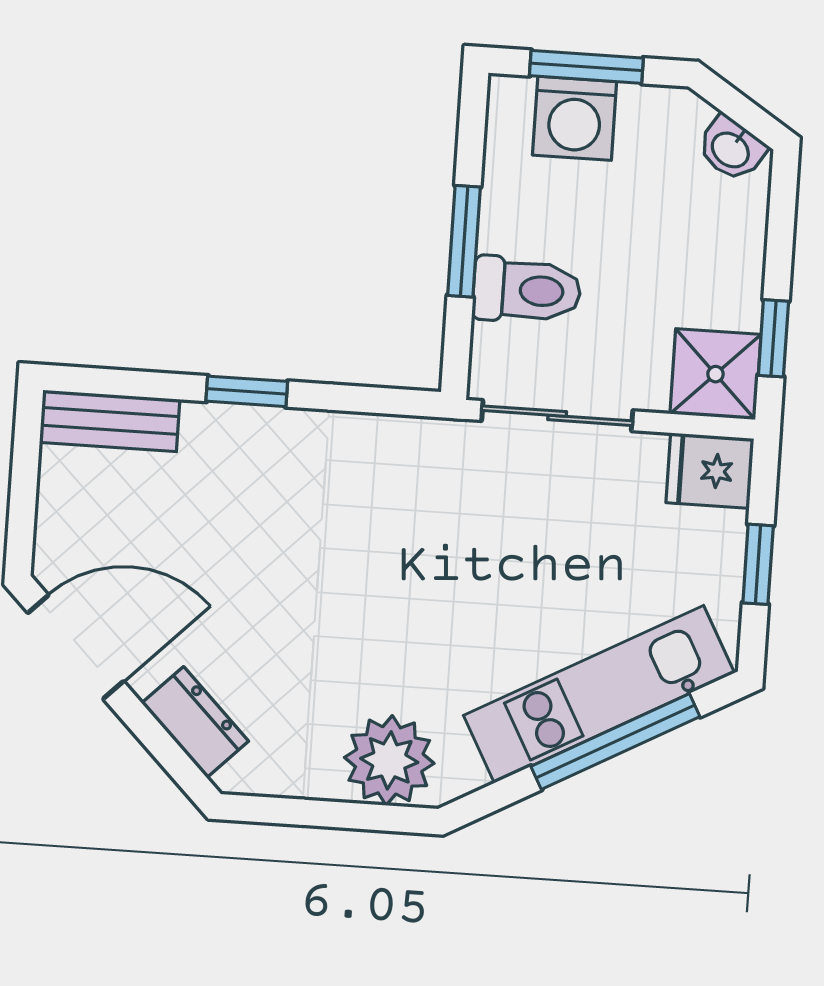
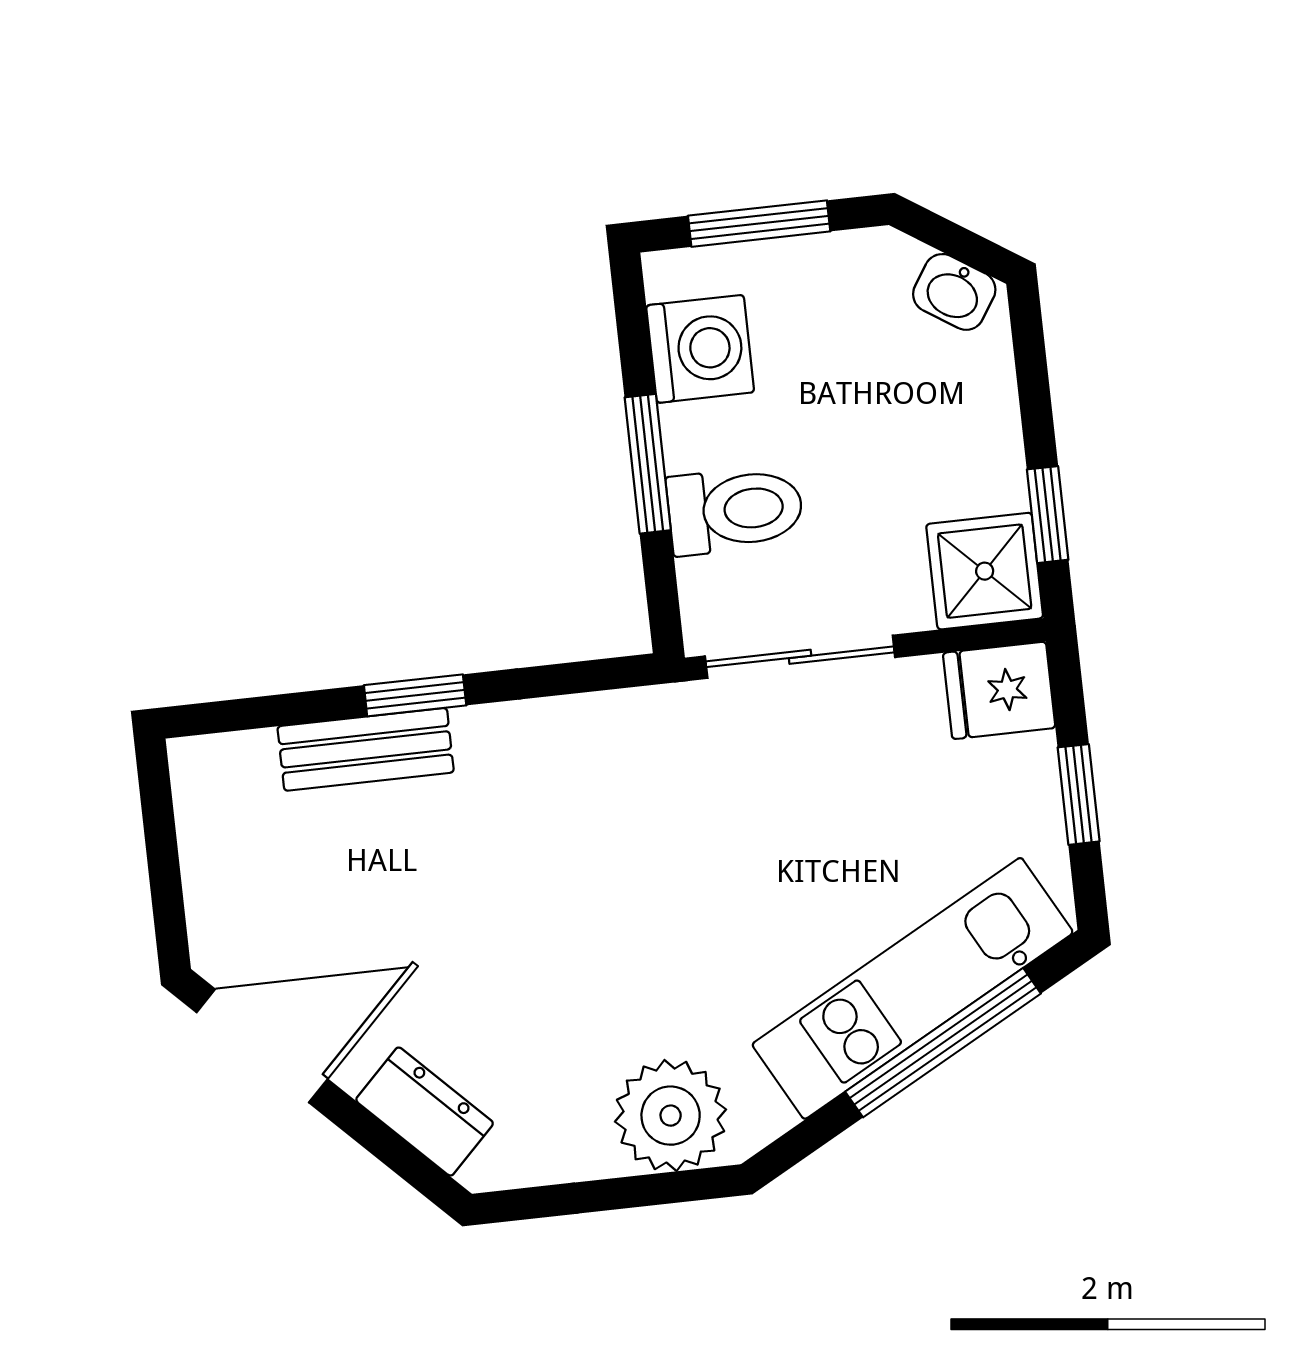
washing machine: (575, 118) -> (700, 349), moved, turned -90
bench: (110, 421) -> (366, 749), moved

